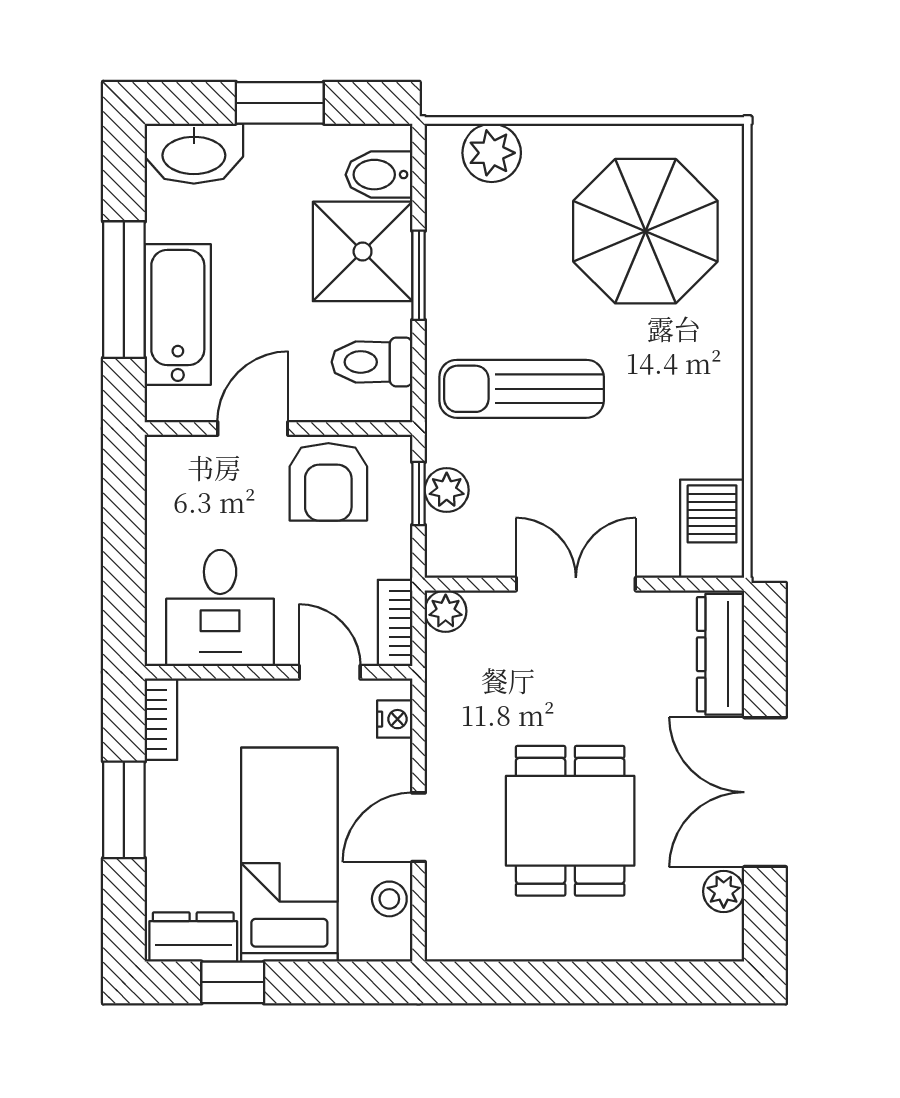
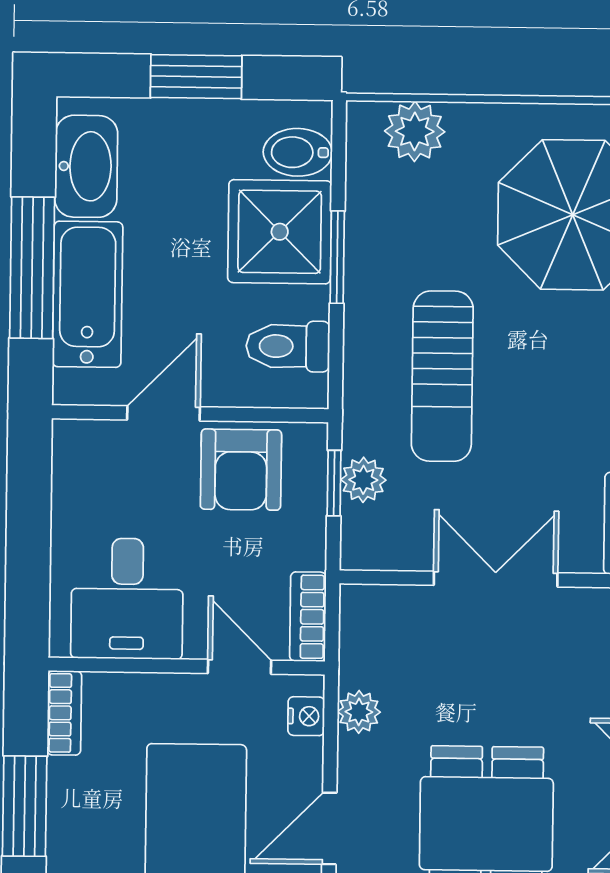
washbasin: (194, 154) -> (86, 166), moved, turned -90
sun lounger: (522, 389) -> (442, 376), turned -90
plant: (446, 611) -> (359, 712), moved

